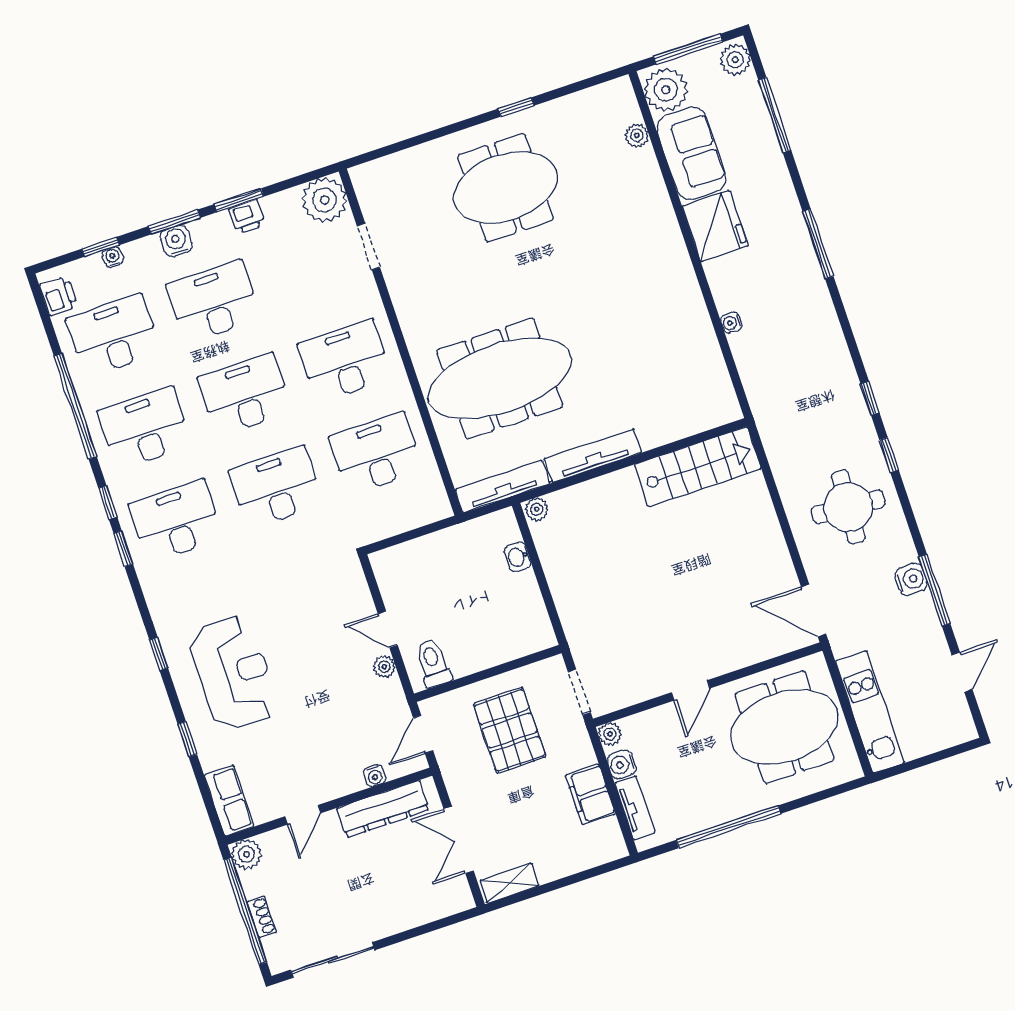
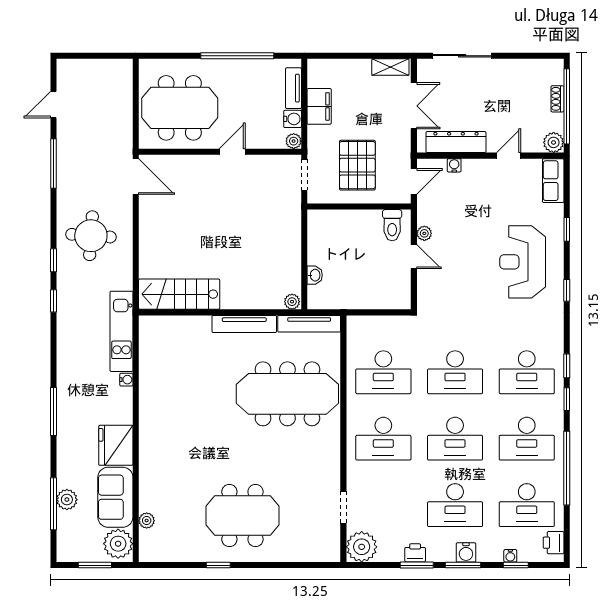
window: (688, 49) -> (95, 565), width x0.69
plant: (735, 60) -> (67, 500), moved
water cooler: (911, 579) -> (66, 175), removed
kitchen unit: (870, 712) -> (121, 331), moved
sliding door: (333, 960) -> (462, 56), moved

